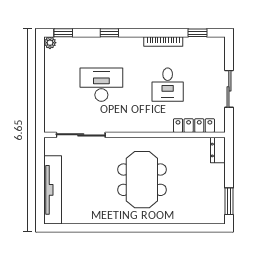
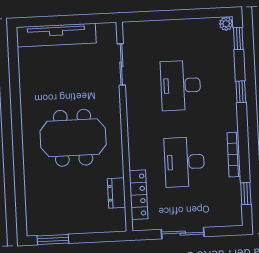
desk: (101, 85) -> (181, 85), turned 180
desk: (168, 85) -> (184, 162), width x1.37
sliding door: (81, 135) -> (121, 64), width x0.73
dresser: (218, 150) -> (117, 193), moved, turned -90

